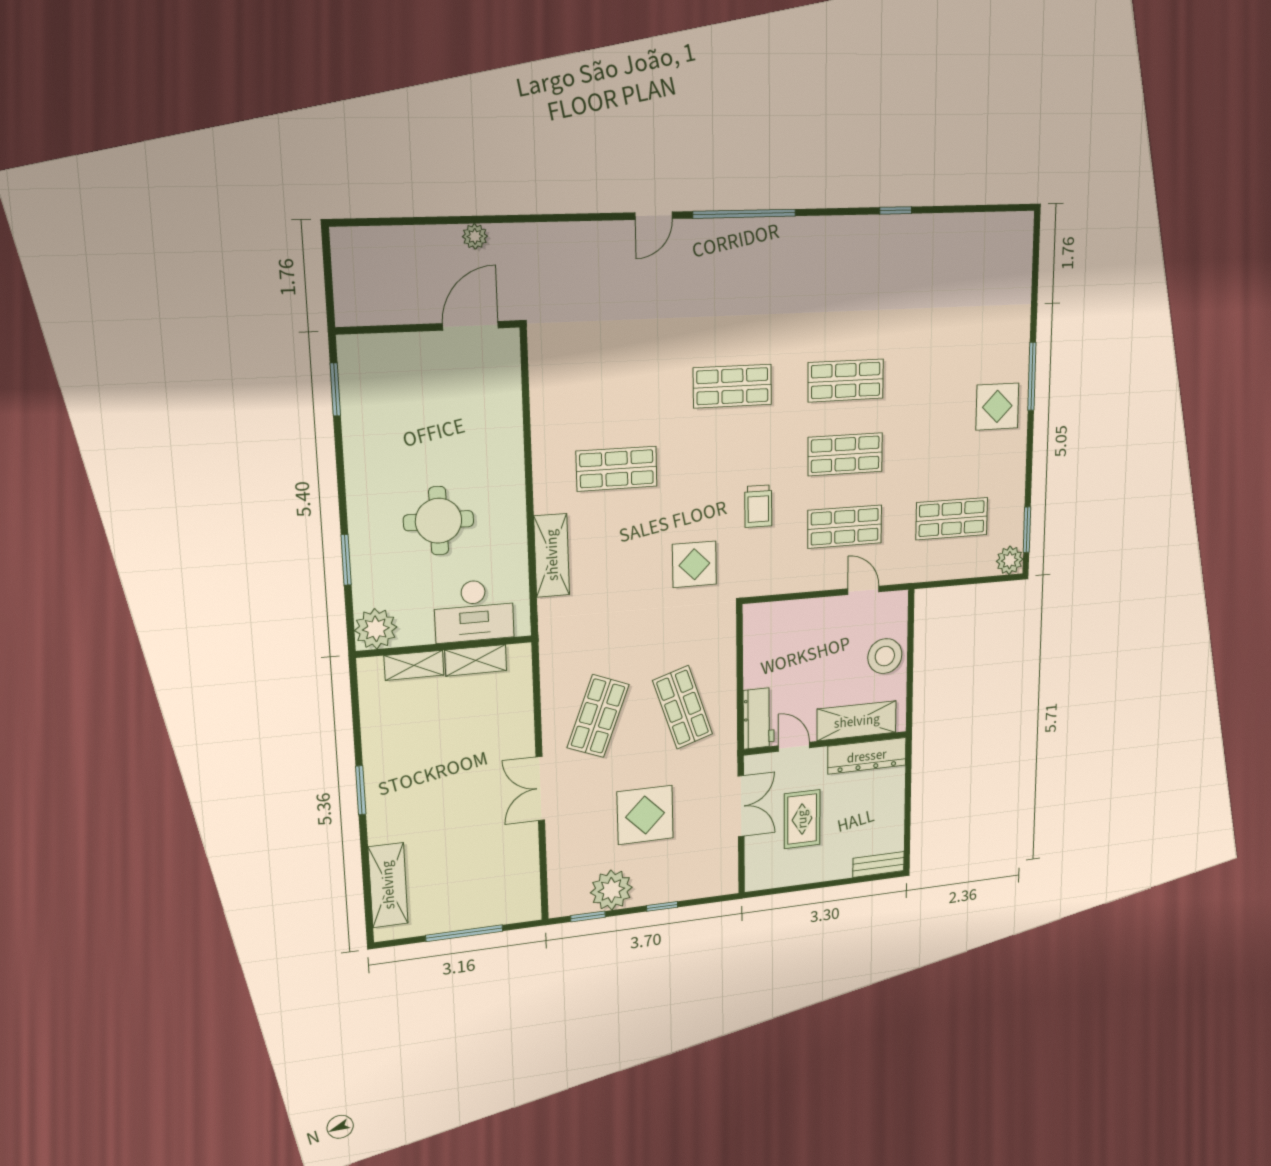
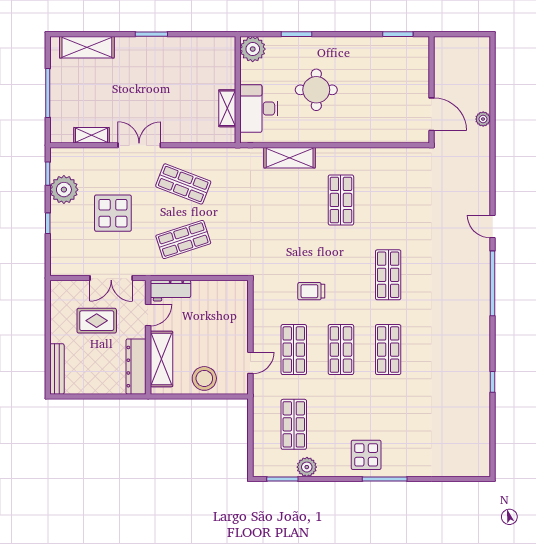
plant: (1010, 560) -> (307, 467), moved
display table: (694, 564) -> (277, 249), removed
shelving: (414, 665) -> (92, 135), moved, turned 90
bench: (879, 864) -> (57, 369), width x1.36

